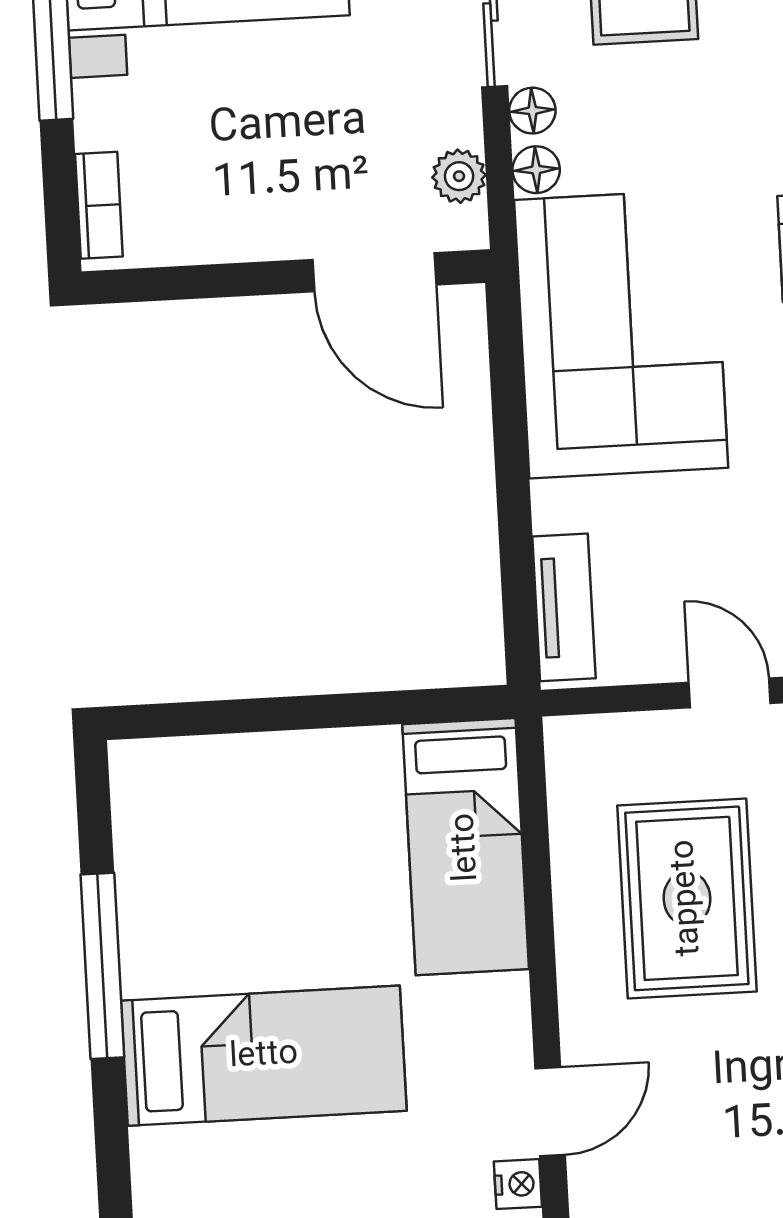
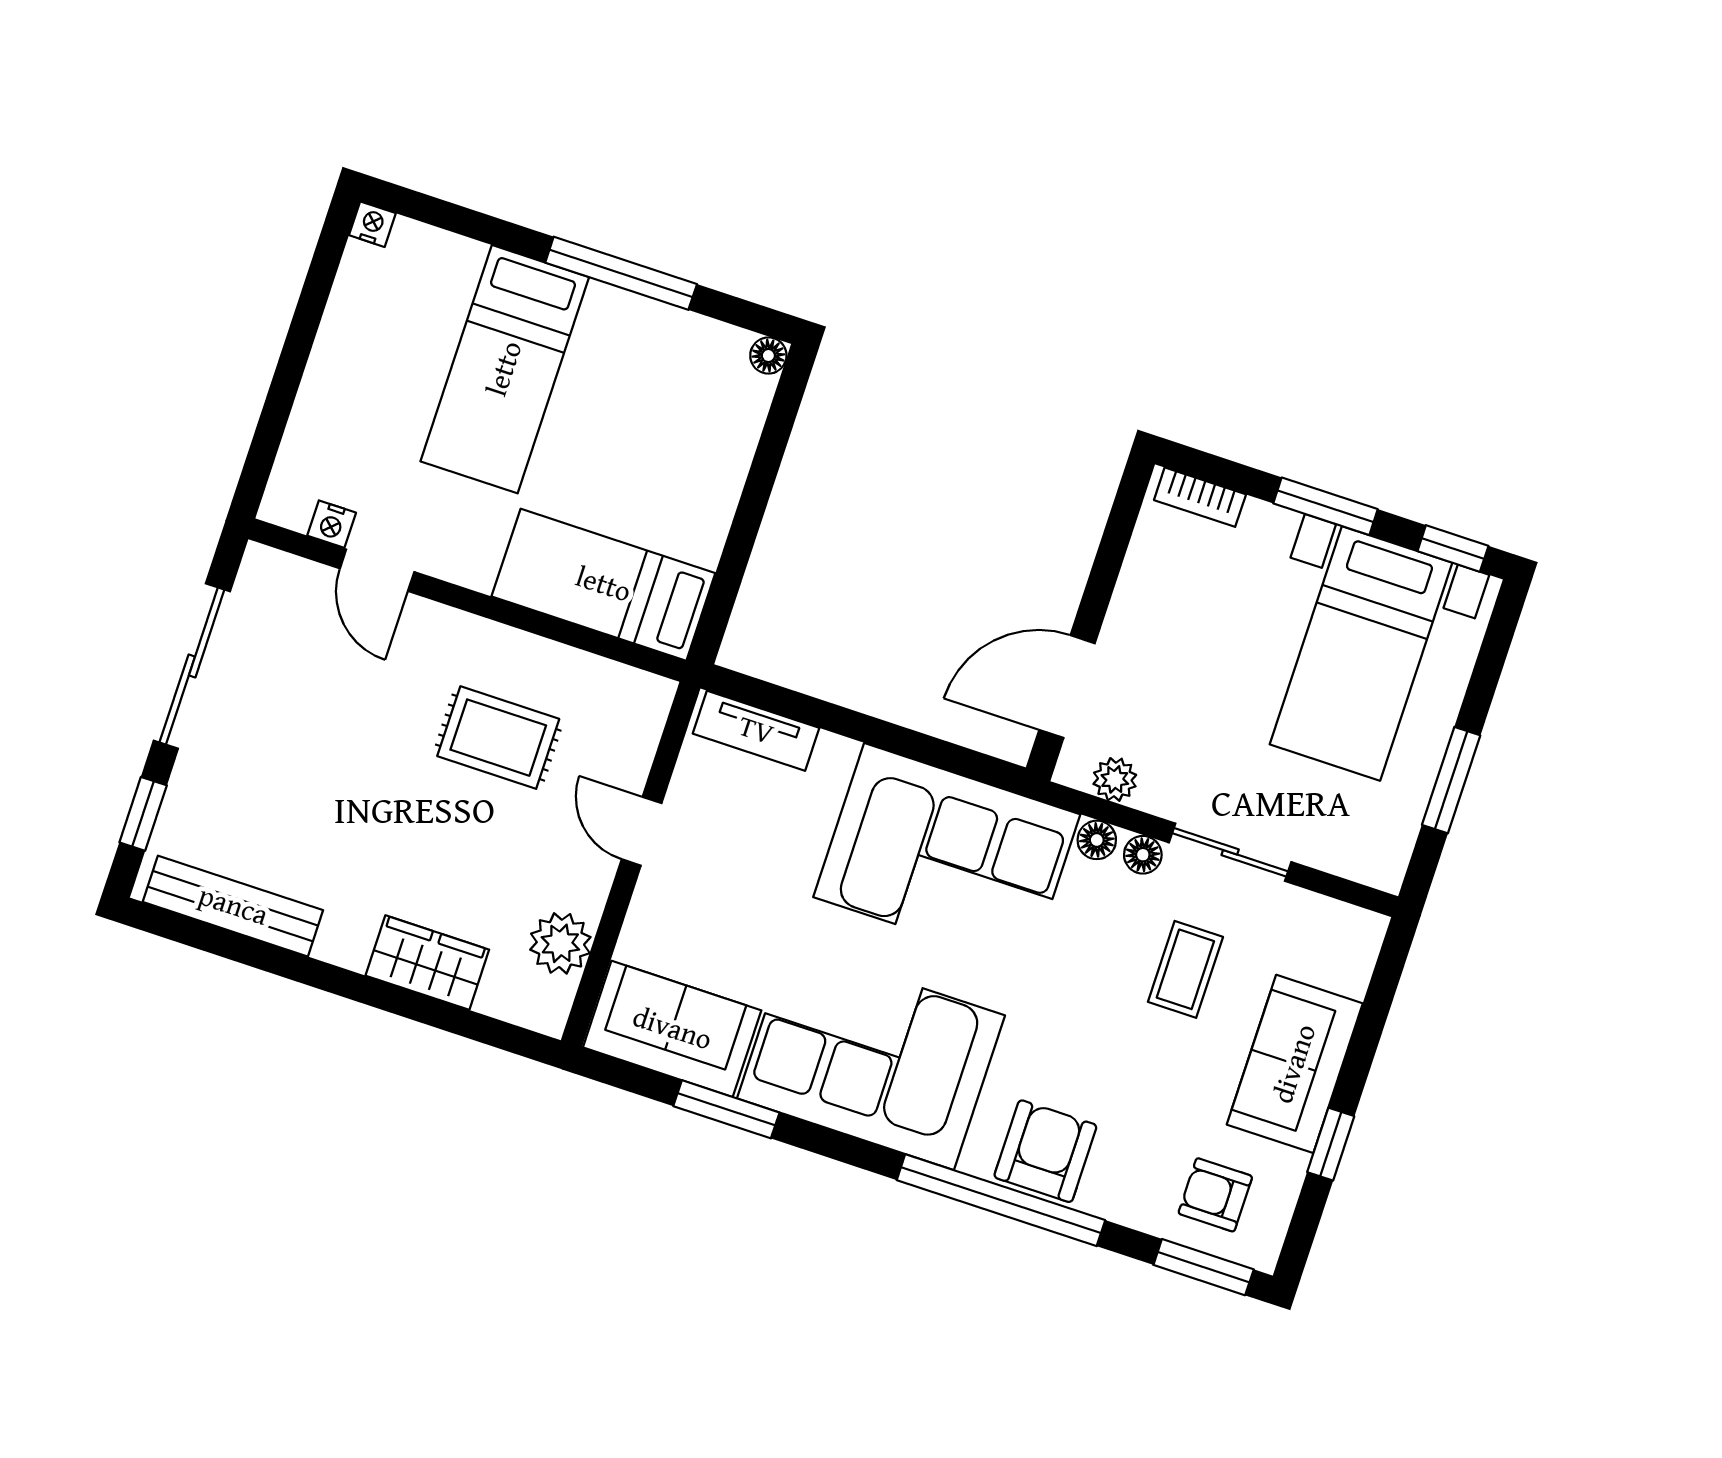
door: (730, 693) -> (642, 831), swing flipped
floor lamp: (130, 761) -> (768, 356), added
rug: (687, 898) -> (498, 738), width x0.73, depth x0.70

